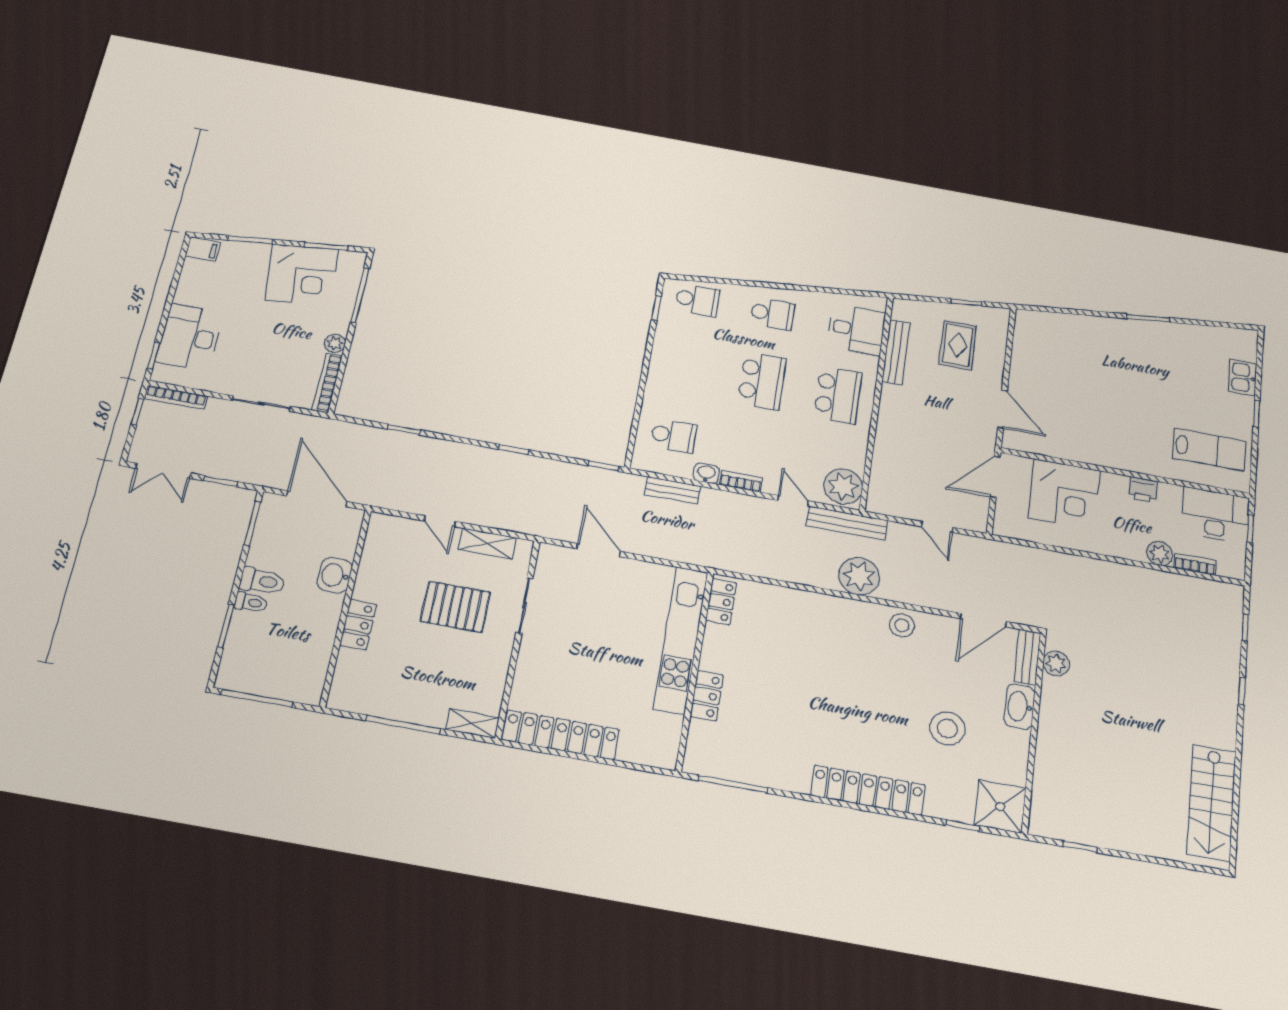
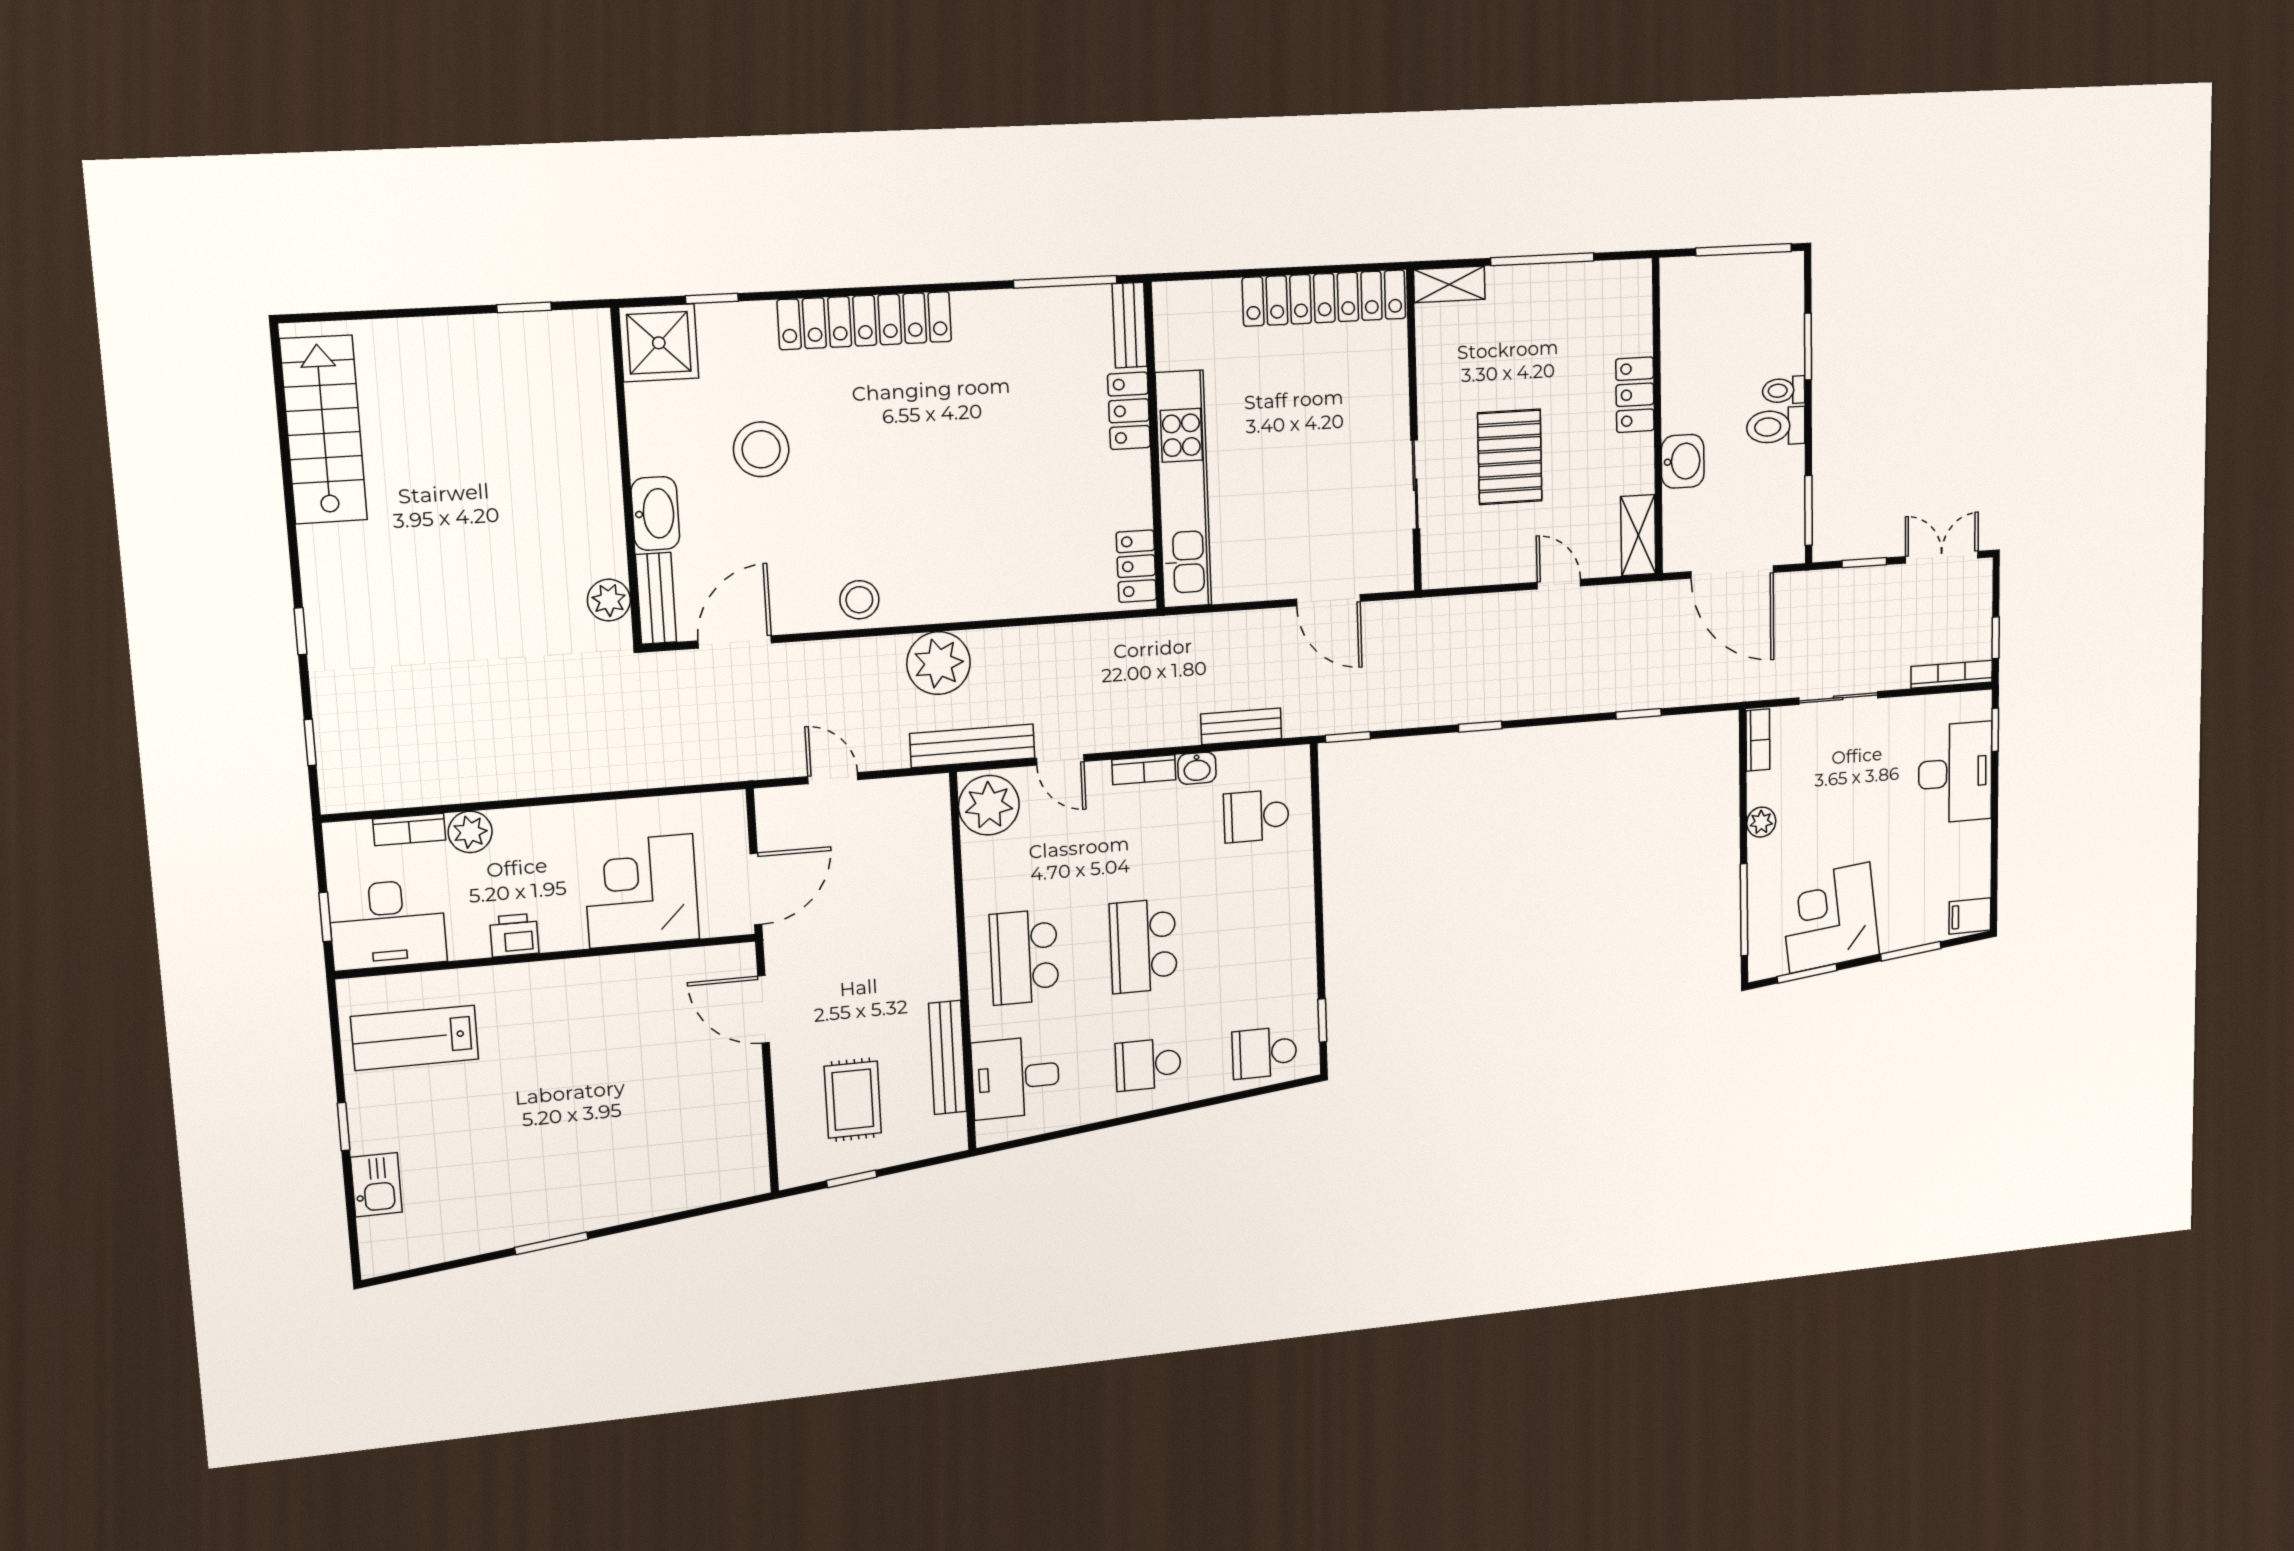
bookcase: (327, 382) -> (1758, 740), width x0.64
shelving: (487, 544) -> (1638, 535), moved, turned 90
pallet: (455, 607) -> (1510, 457), turned 90
bench: (696, 748) -> (1130, 325), added

